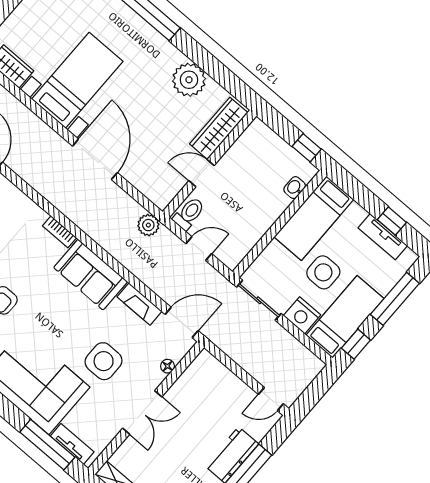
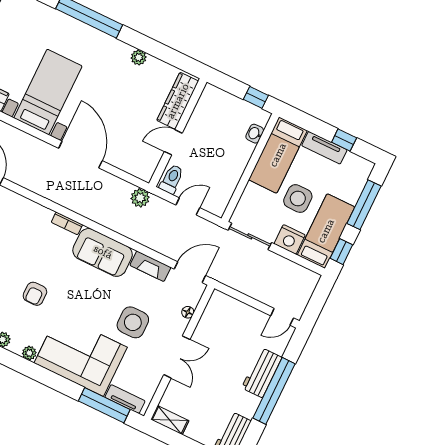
plant: (189, 80) -> (139, 57), width x0.53, depth x0.53
tv unit: (383, 237) -> (324, 148), moved

